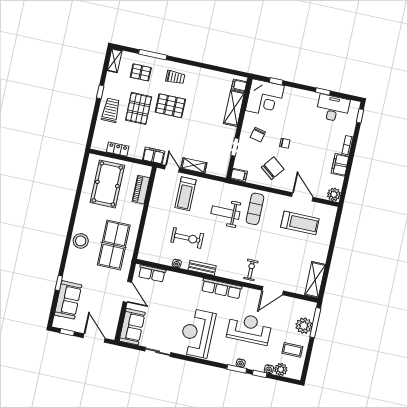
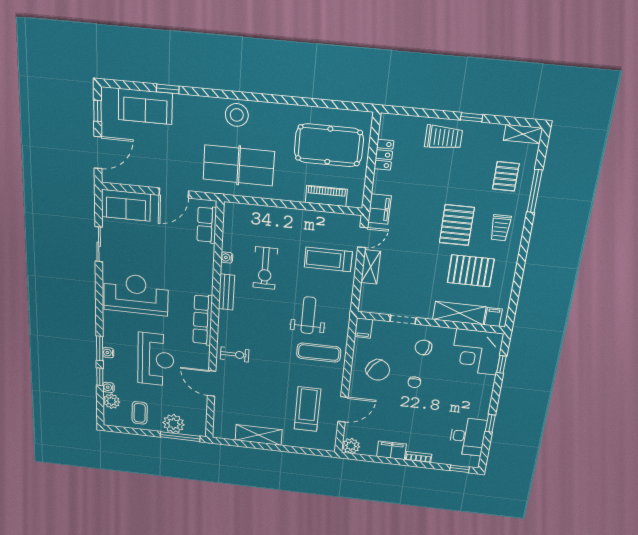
pallet: (139, 108) -> (471, 271), moved
treadmill: (300, 223) -> (307, 409), turned 180
shelving: (315, 280) -> (259, 435), moved

